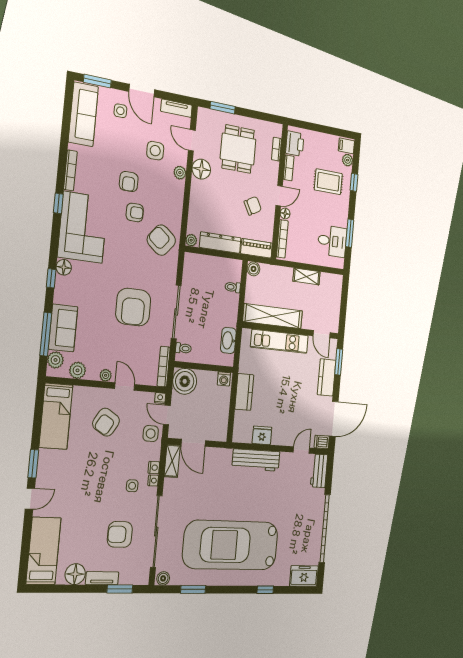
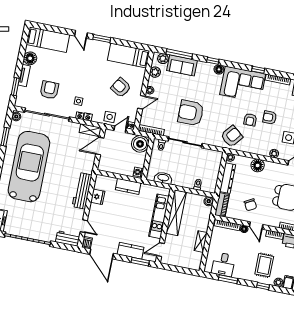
floor lamp: (201, 169) -> (258, 165), moved

